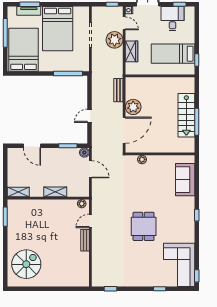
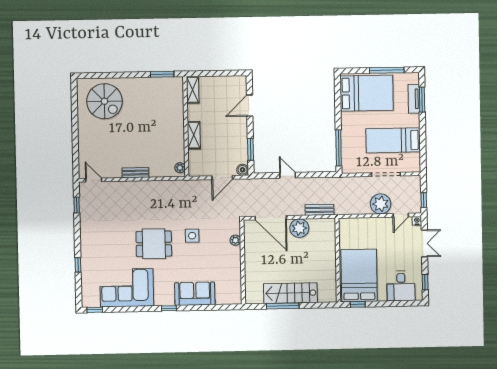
desk: (172, 19) -> (401, 286), moved, turned 90
bed: (58, 29) -> (393, 140), width x0.67
wardrobe: (131, 51) -> (367, 225), removed
bed: (173, 54) -> (359, 276), width x1.50
sofa: (185, 180) -> (195, 294), moved
side table: (138, 195) -> (192, 236), added
door: (90, 221) -> (94, 180), moved
corner sofa: (179, 265) -> (127, 288), moved

